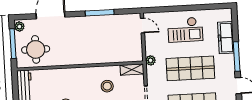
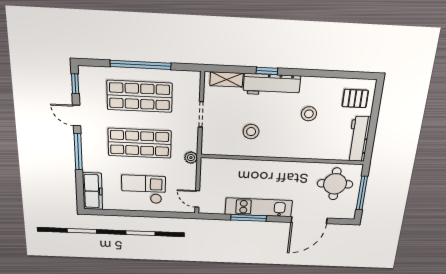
kitchen unit: (93, 23) -> (259, 207), added
plant: (19, 27) -> (350, 211), removed
freezer: (226, 38) -> (92, 191), moved
shelving: (132, 70) -> (216, 149), removed

